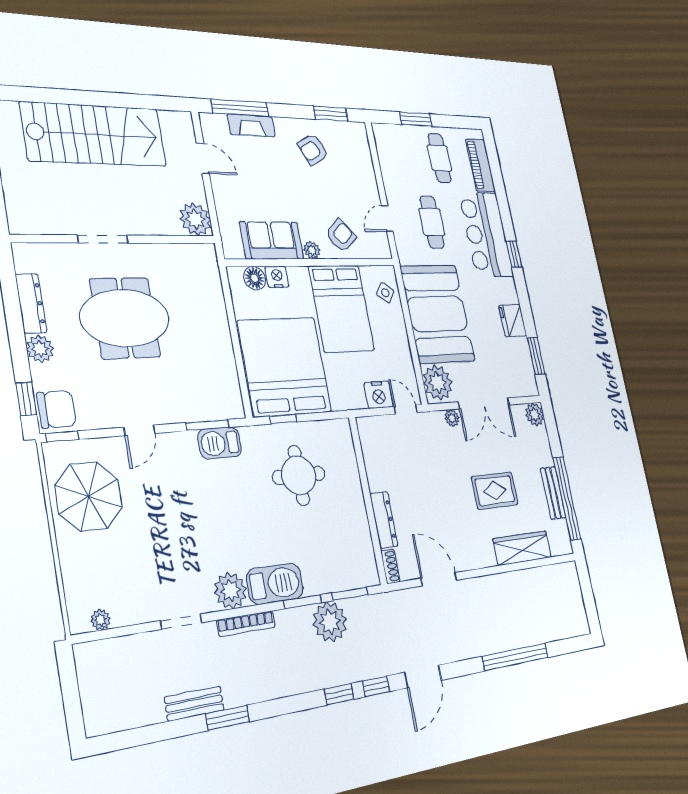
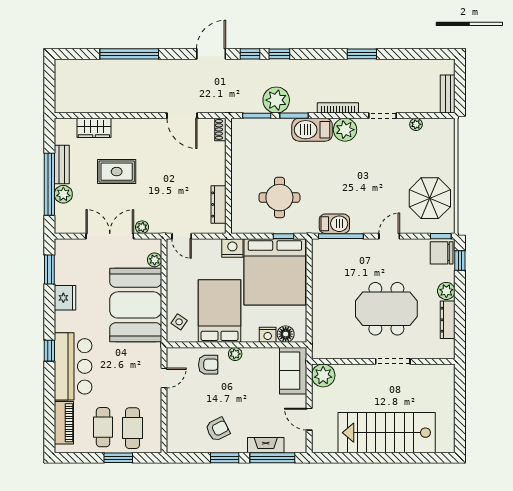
window: (331, 114) -> (225, 458), moved
cafe table: (432, 222) -> (133, 428), moved
armchair: (341, 236) -> (208, 365), turned -140
sofa: (272, 240) -> (293, 371), moved, turned 90
plant: (438, 383) -> (155, 260), width x0.53, depth x0.53
nightstand: (379, 395) -> (232, 248), moved
plant: (535, 414) -> (63, 194), moved
window: (208, 425) -> (341, 236), width x1.44
window: (567, 498) -> (49, 184), moved
dresser: (384, 520) -> (218, 204), moved
wardrobe: (522, 548) -> (94, 128), width x0.67
plant: (101, 620) -> (416, 124), moved
bench: (194, 704) -> (448, 94), moved, turned 90

